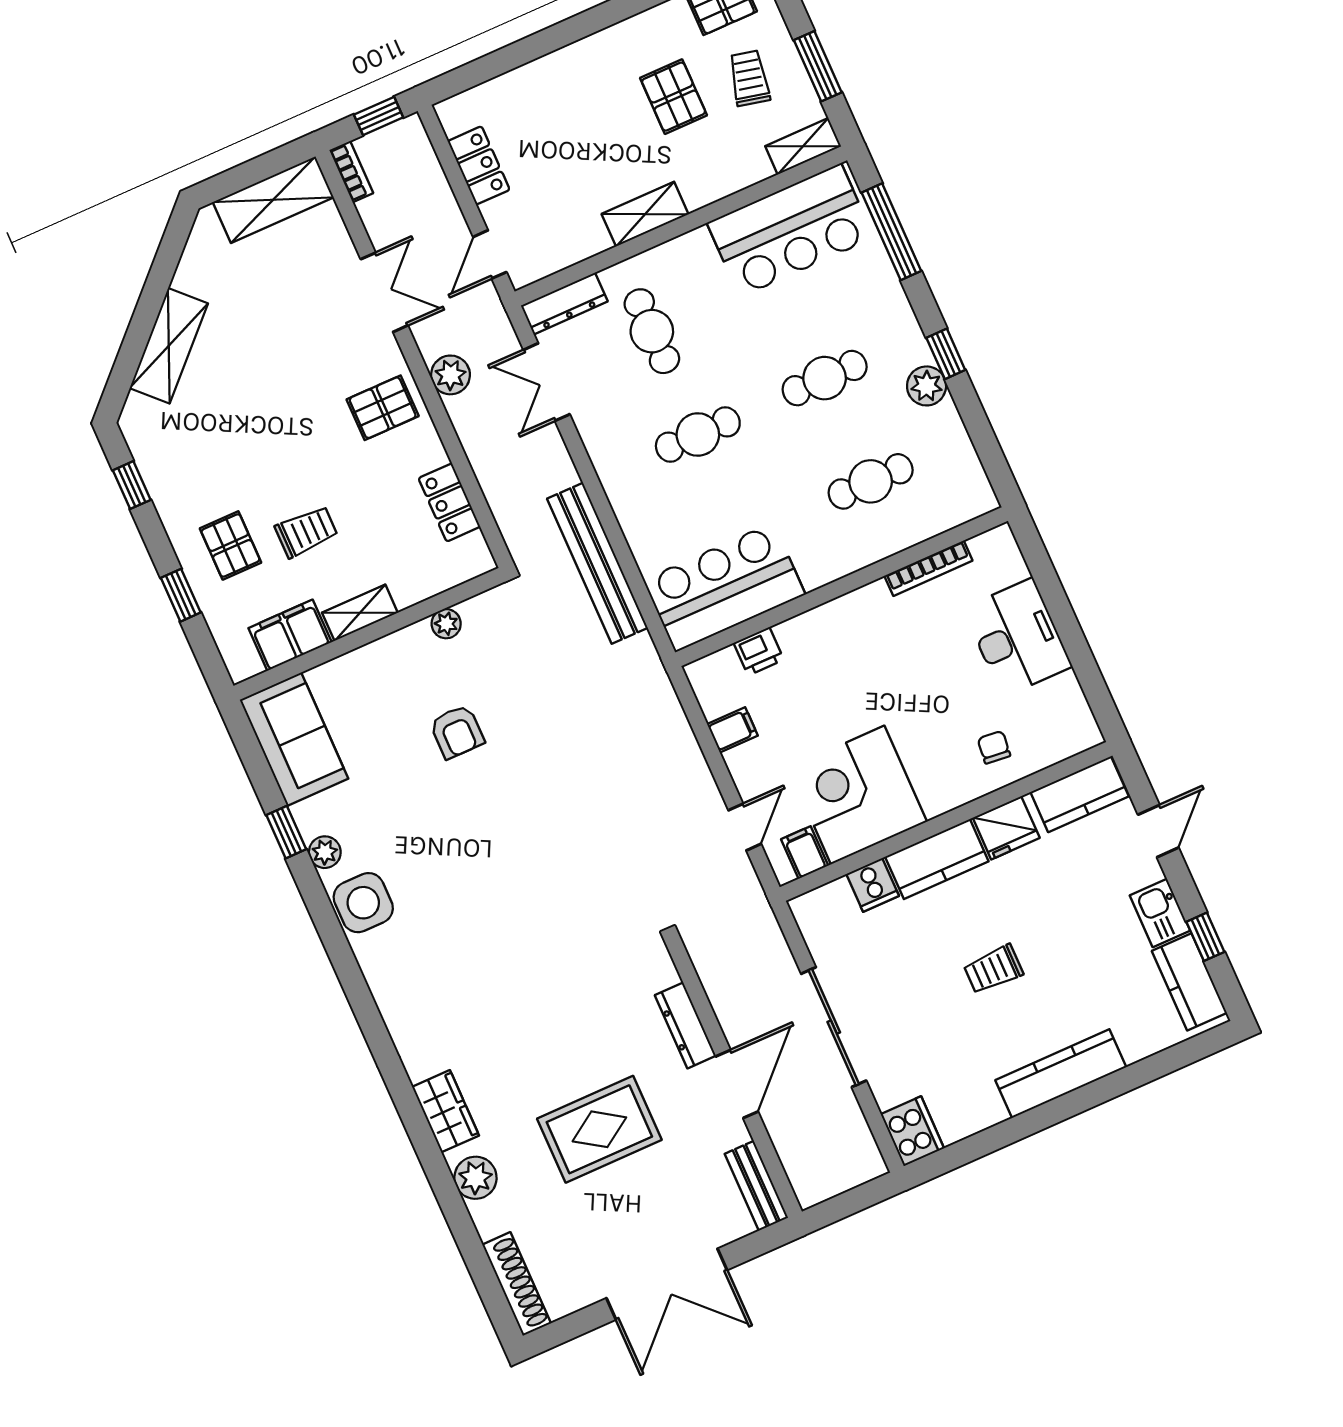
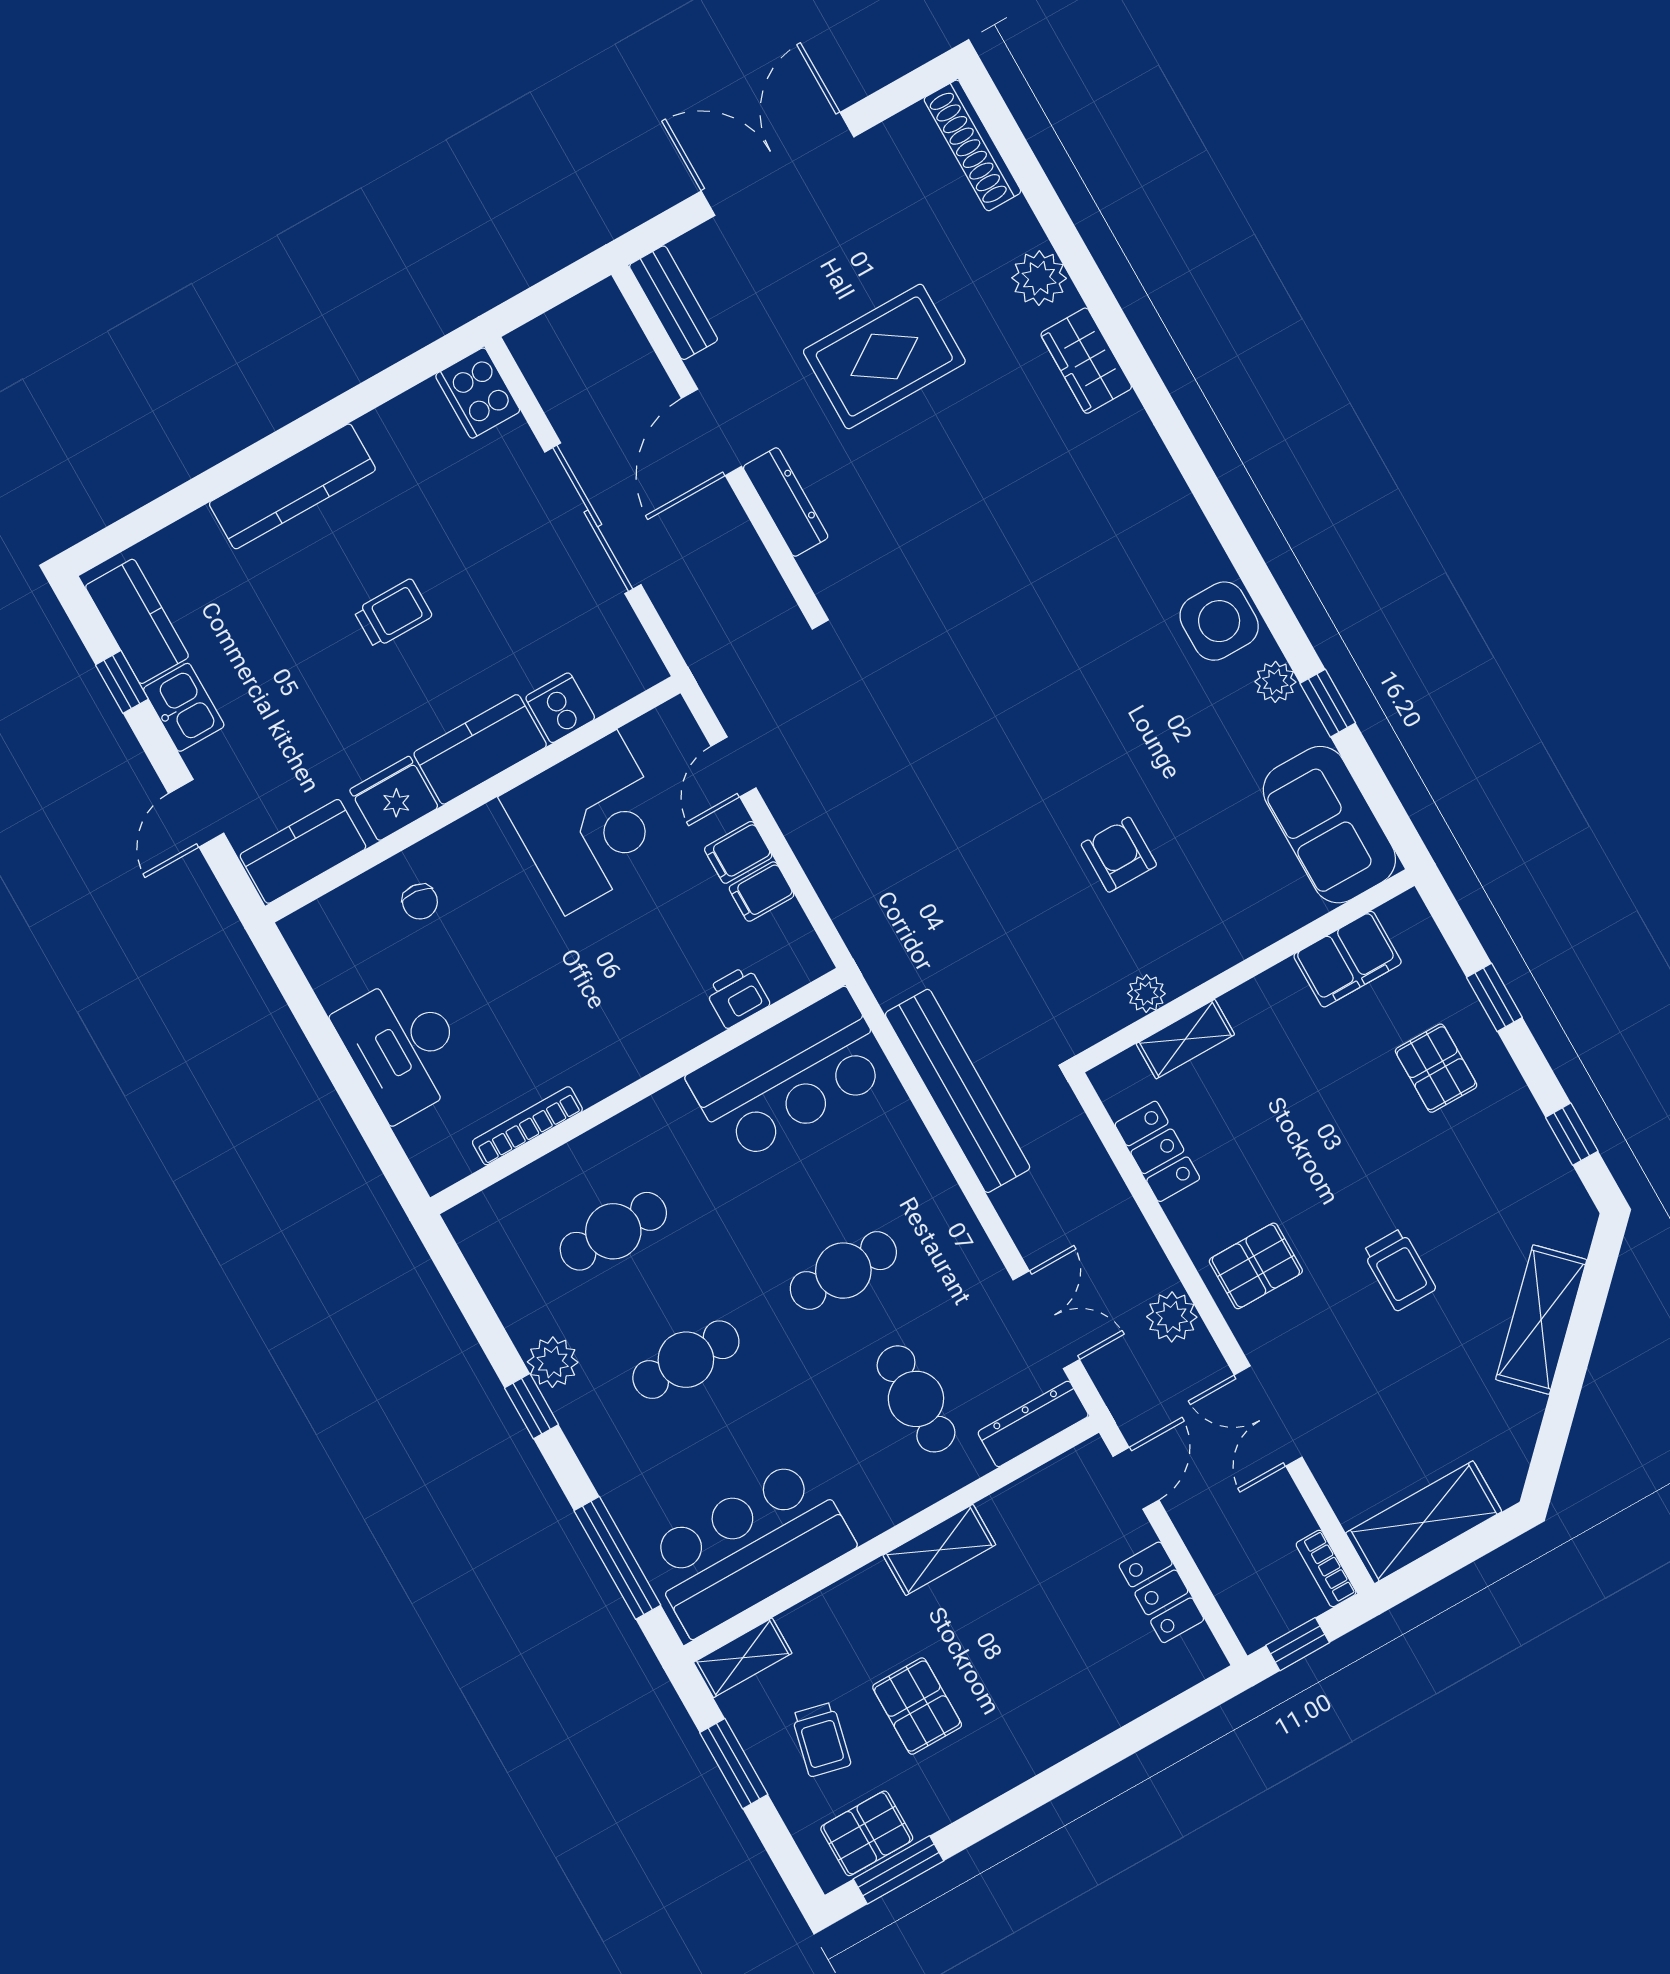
trolley: (306, 532) -> (1399, 1270), moved, turned -90
shelving: (360, 613) -> (1185, 1039), moved
filing cabinet: (805, 852) -> (738, 852), moved, turned 90

